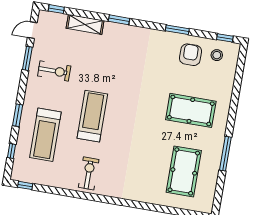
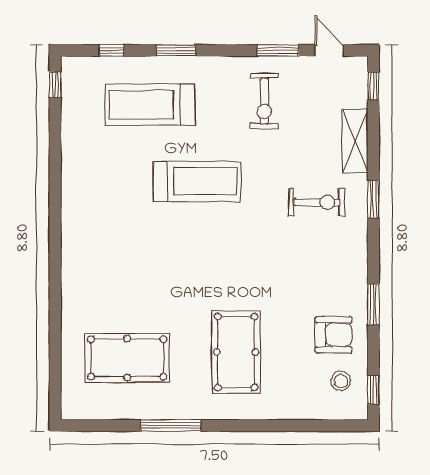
exercise bike: (89, 173) -> (317, 202), moved

